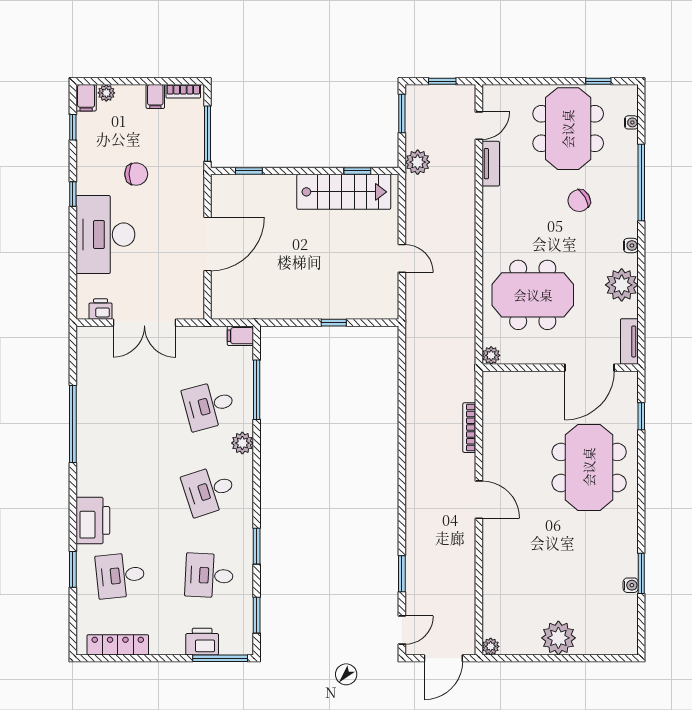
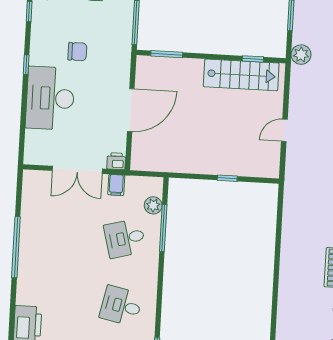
window: (249, 171) -> (167, 54), width x1.50
door: (402, 258) -> (284, 130), swing flipped
printer: (101, 309) -> (116, 161), moved
filing cabinet: (240, 336) -> (116, 185), moved, turned -90
plant: (242, 443) -> (153, 205), moved
desk: (209, 490) -> (121, 306), turned 30

